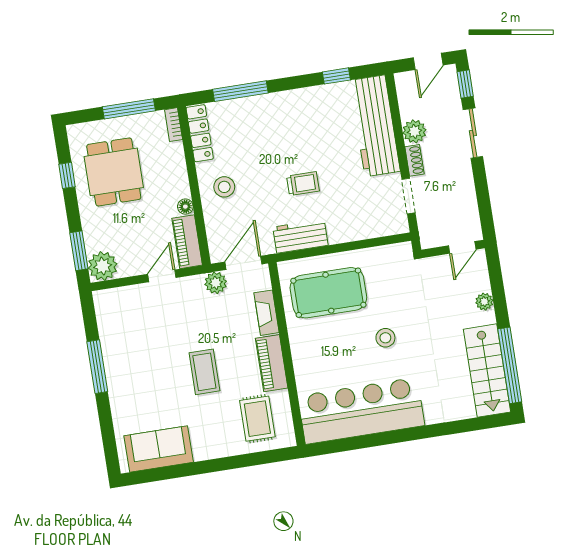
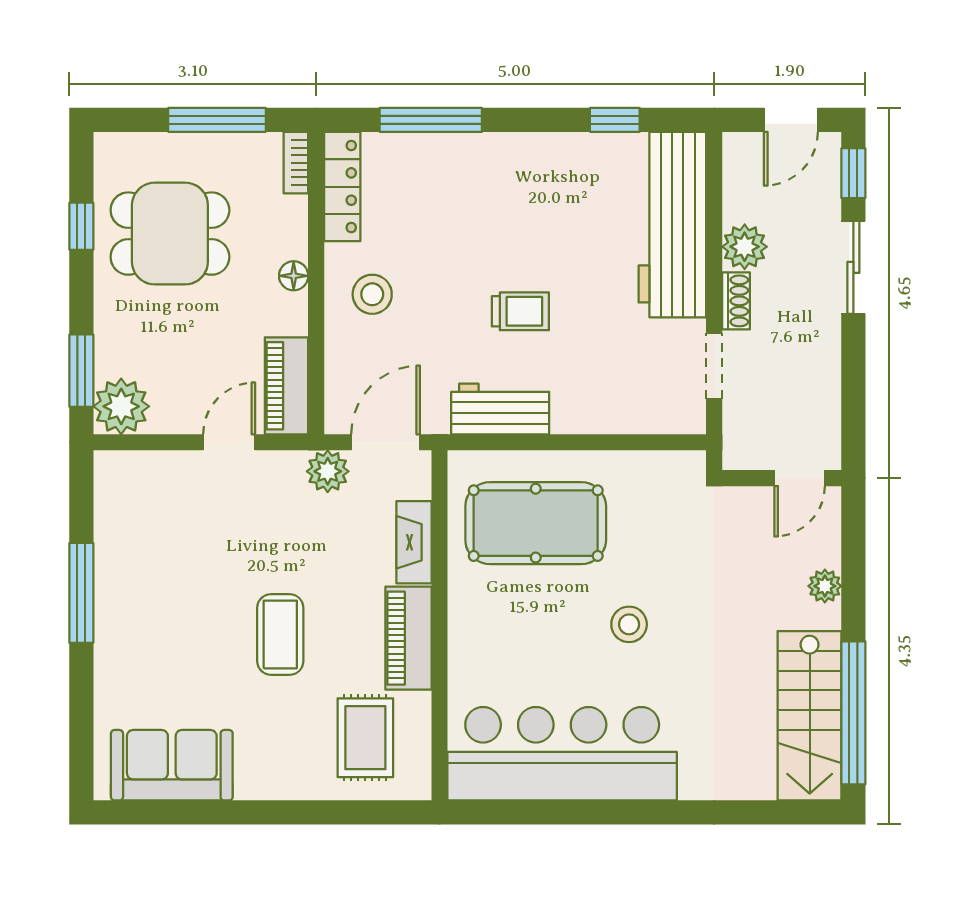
dining table: (114, 172) -> (170, 234), turned 90
floor lamp: (185, 207) -> (294, 276), moved

